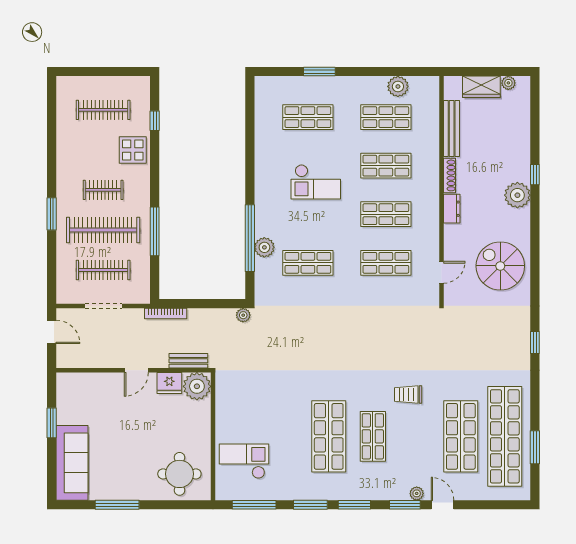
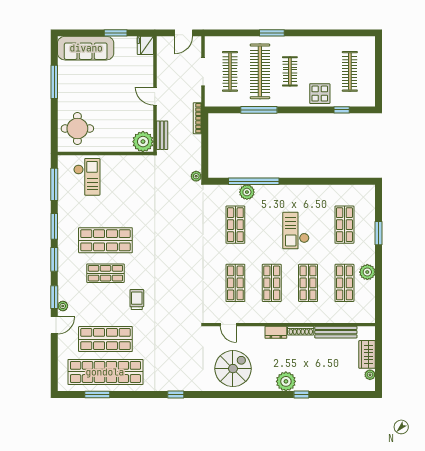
plant: (398, 86) -> (367, 272), moved
fridge: (169, 383) -> (145, 45), moved

